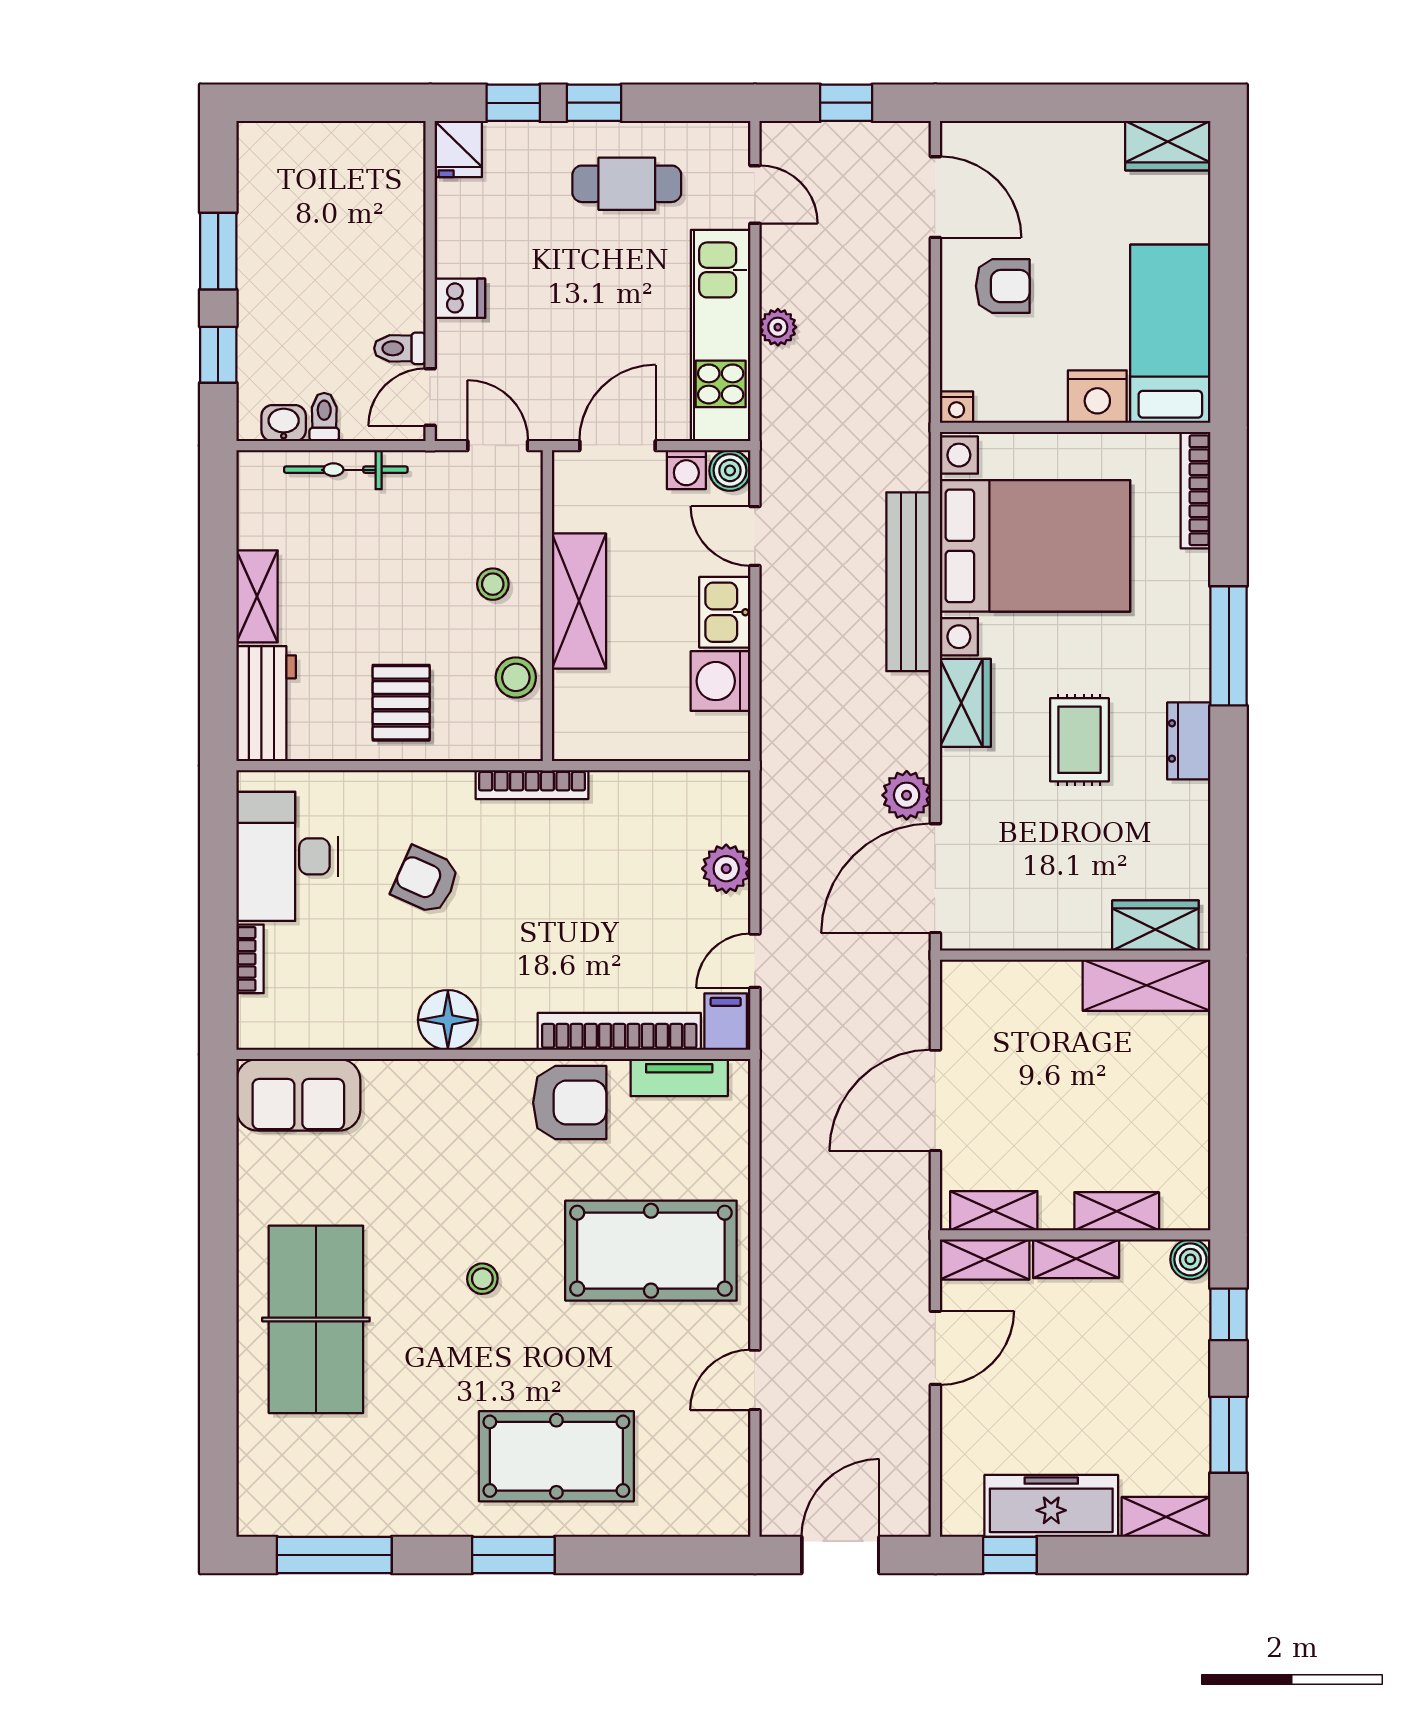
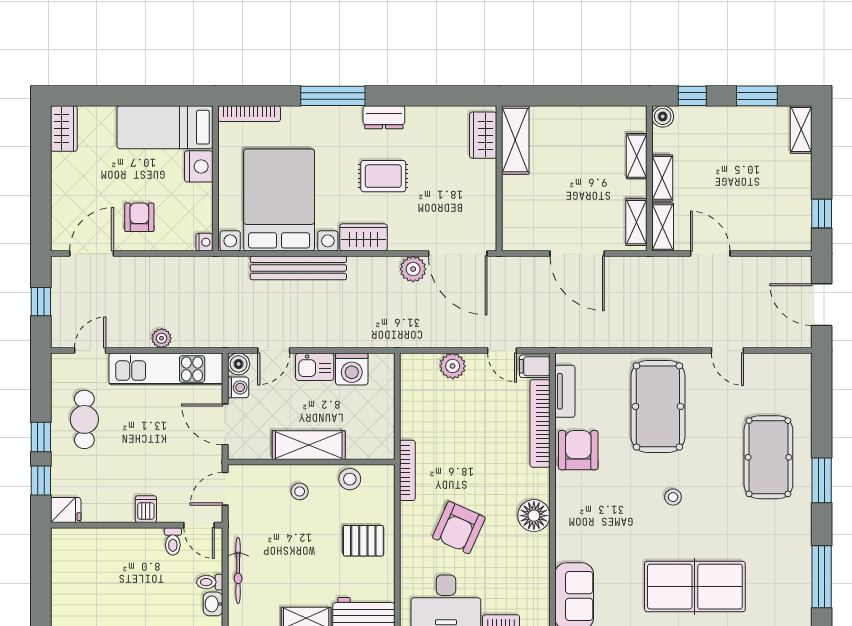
armchair: (426, 880) -> (459, 528), width x1.38, depth x1.38
freezer: (1051, 1506) -> (795, 191), removed

